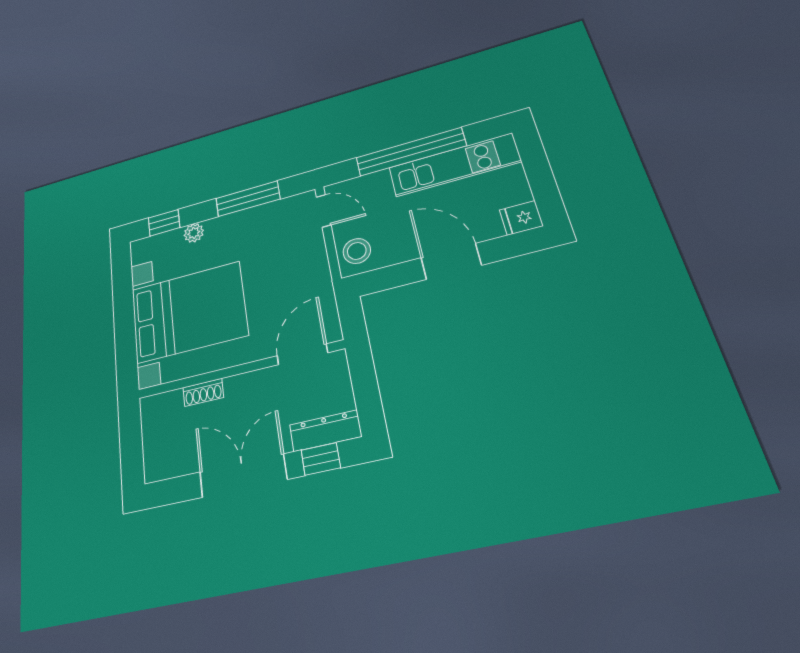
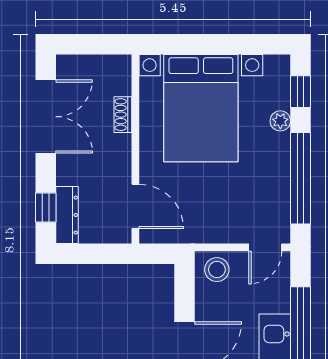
window: (248, 199) -> (301, 178), width x1.46
double door: (243, 476) -> (46, 117), moved

